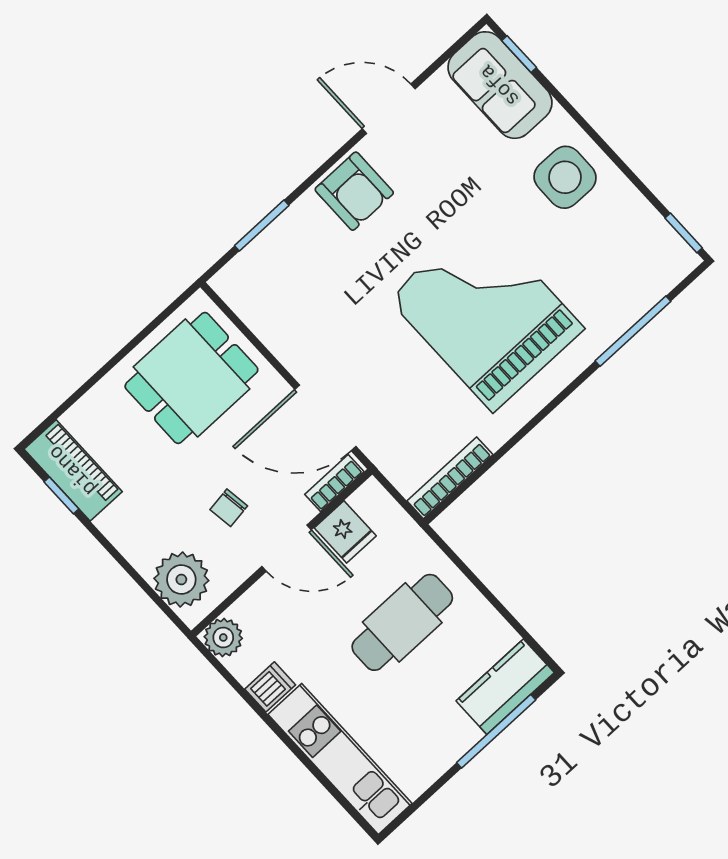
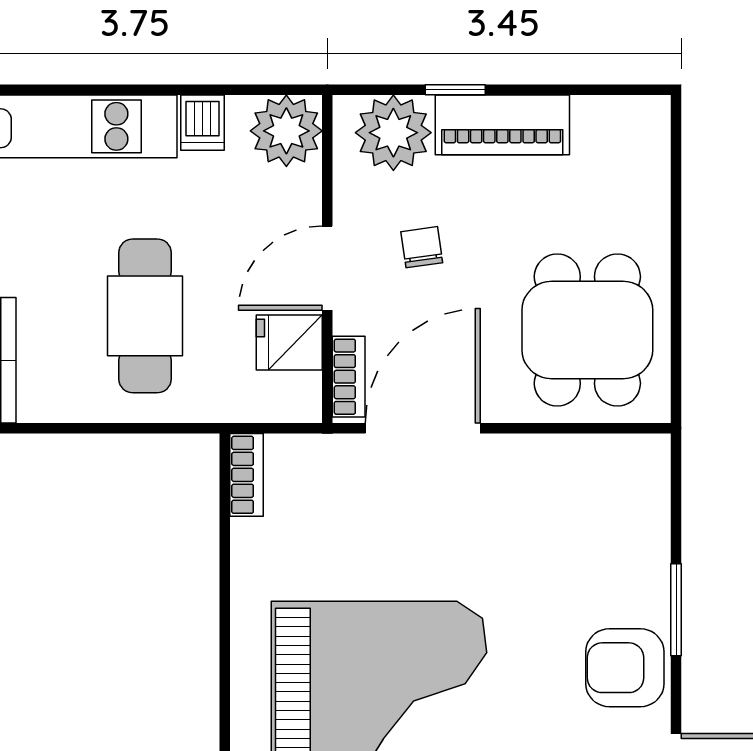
window: (262, 225) -> (676, 610), moved
piano: (73, 470) -> (502, 125), moved
bookcase: (450, 478) -> (247, 475), width x0.64
window: (61, 495) -> (455, 90), moved
plant: (223, 637) -> (286, 131), width x1.36, depth x1.36

